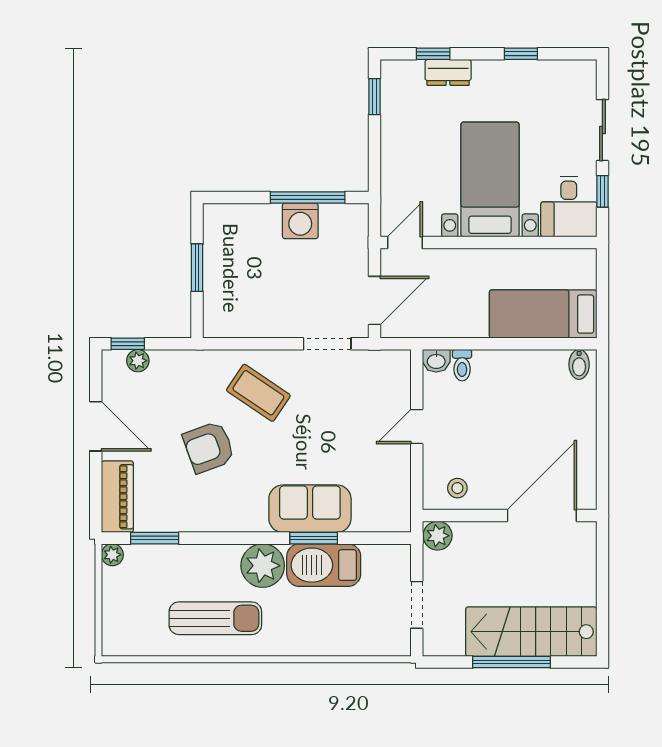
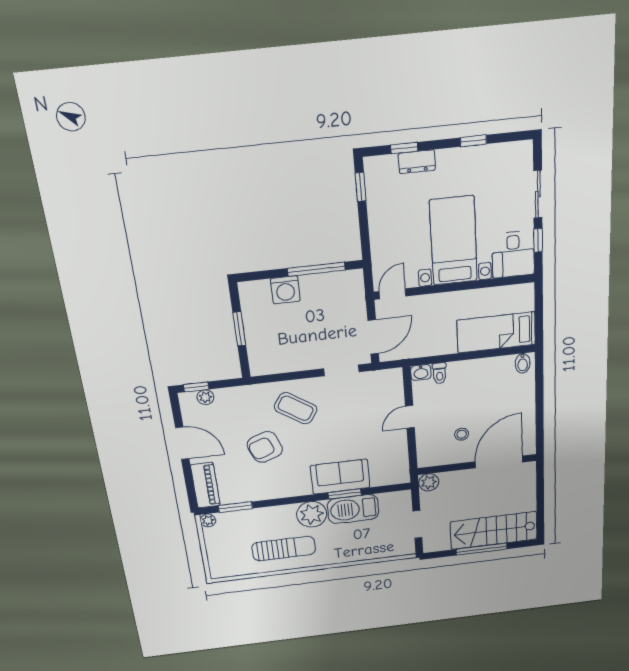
washing machine: (300, 221) -> (285, 290), moved
stool: (457, 488) -> (462, 434), moved

